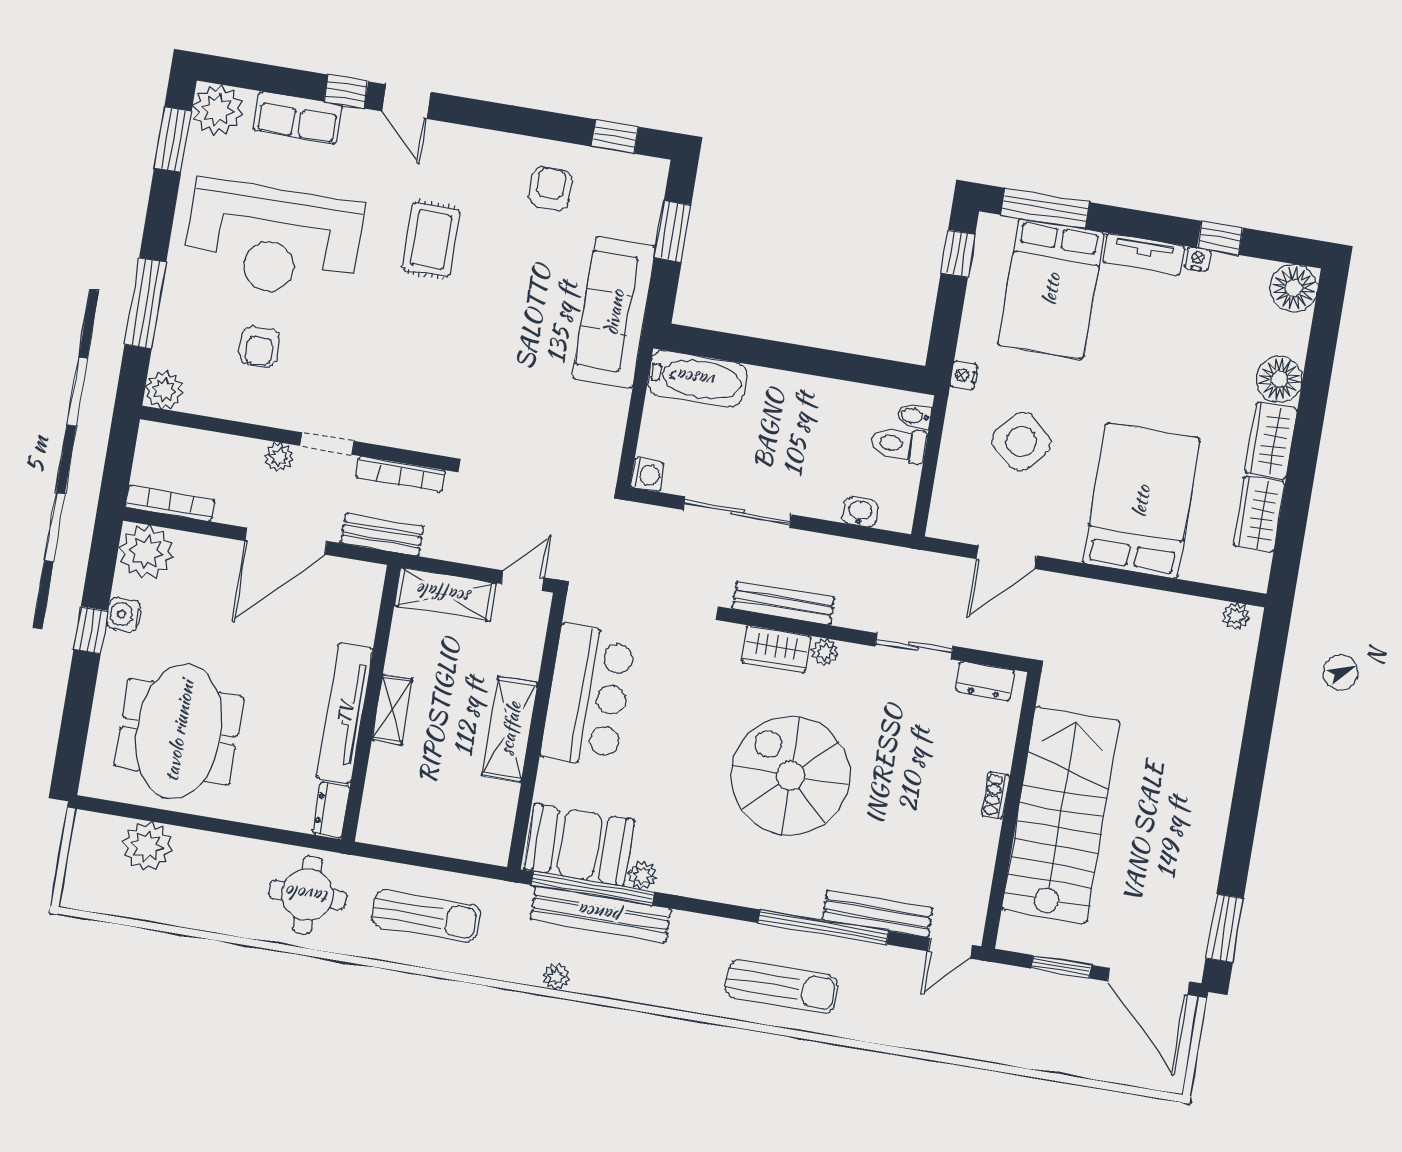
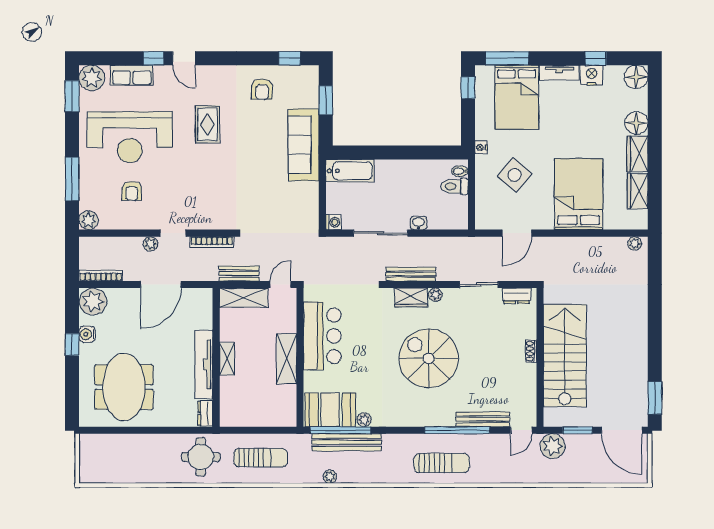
armchair: (550, 188) -> (262, 89), turned 180
nightstand: (1197, 259) -> (592, 75), width x1.89, depth x1.79
washbasin: (860, 512) -> (419, 223), moved
bench: (382, 535) -> (239, 274), moved
plant: (147, 846) -> (553, 446), moved

